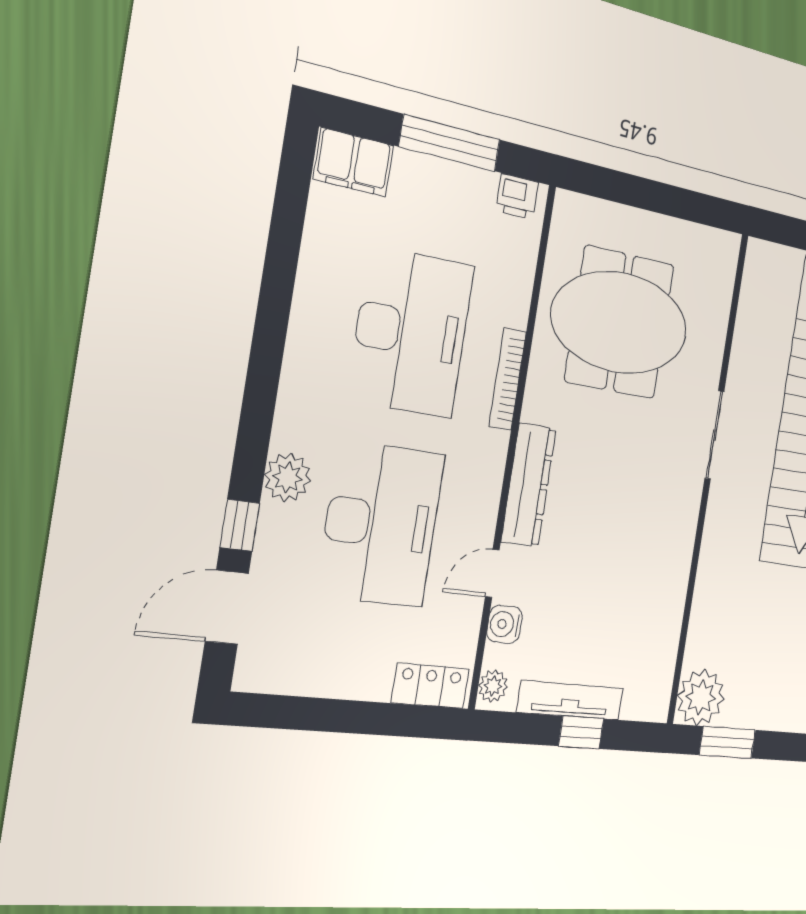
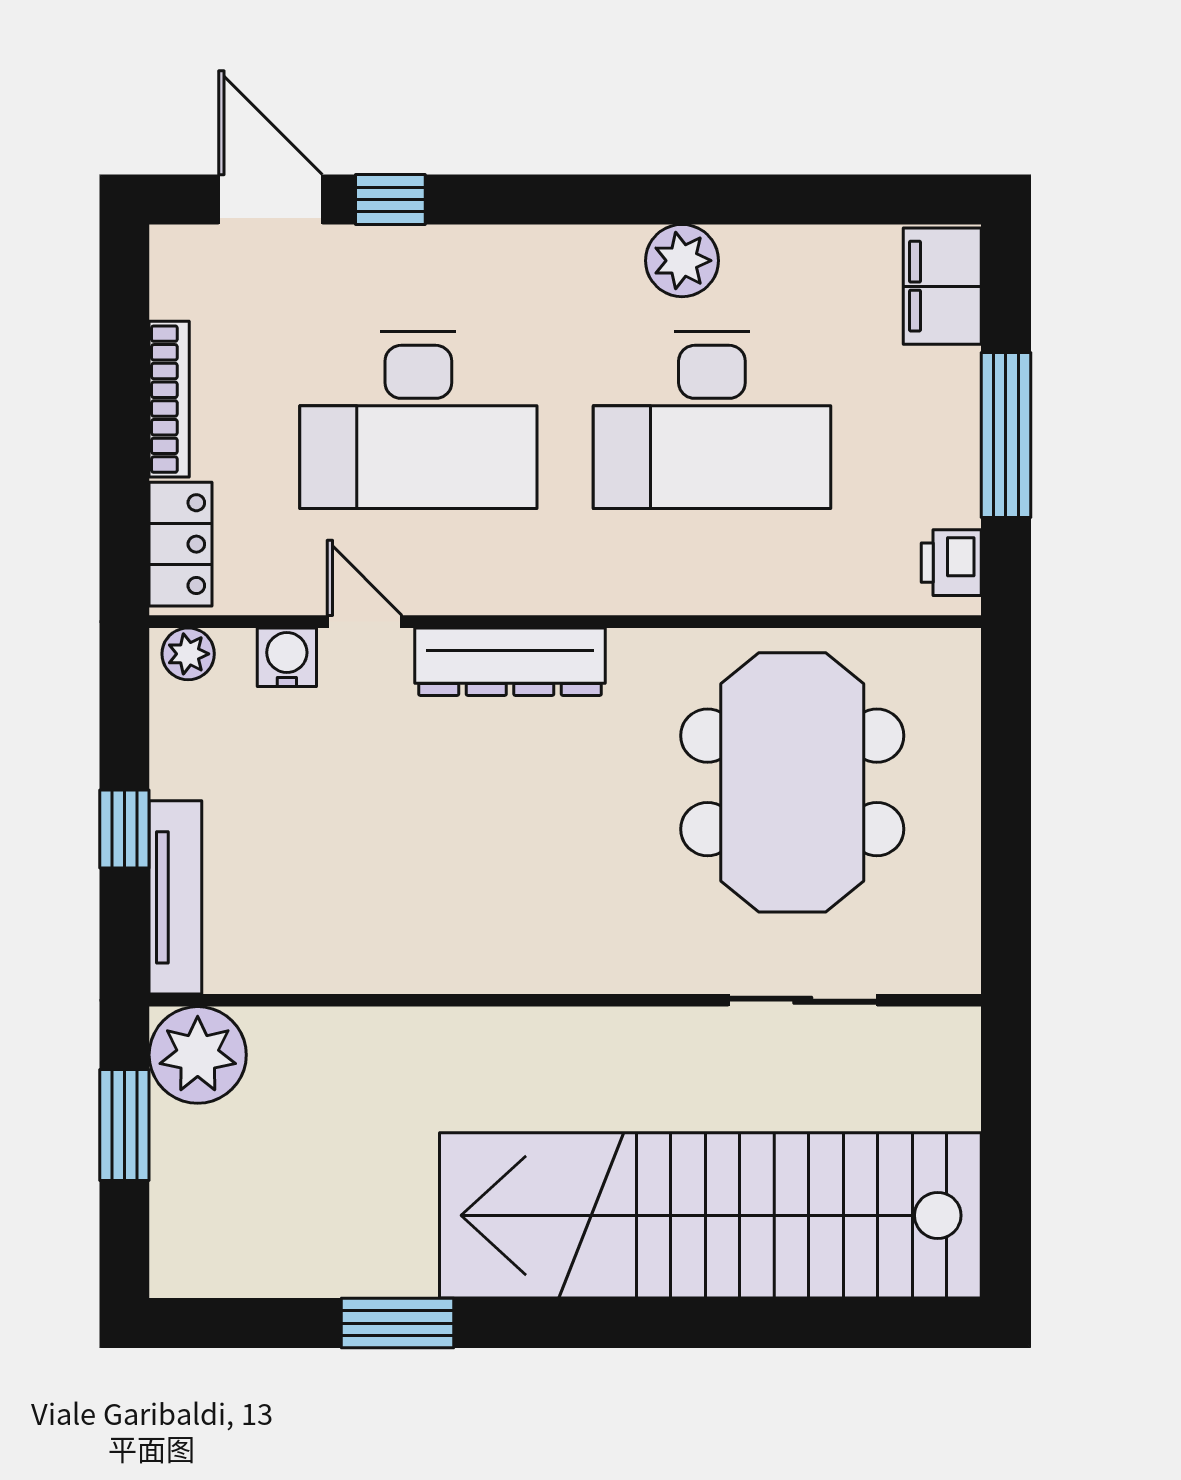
bookcase: (508, 379) -> (169, 399), moved, turned 90
sliding door: (714, 435) -> (803, 1000), moved
plant: (288, 478) -> (682, 261), moved
tv unit: (570, 700) -> (175, 897), moved

